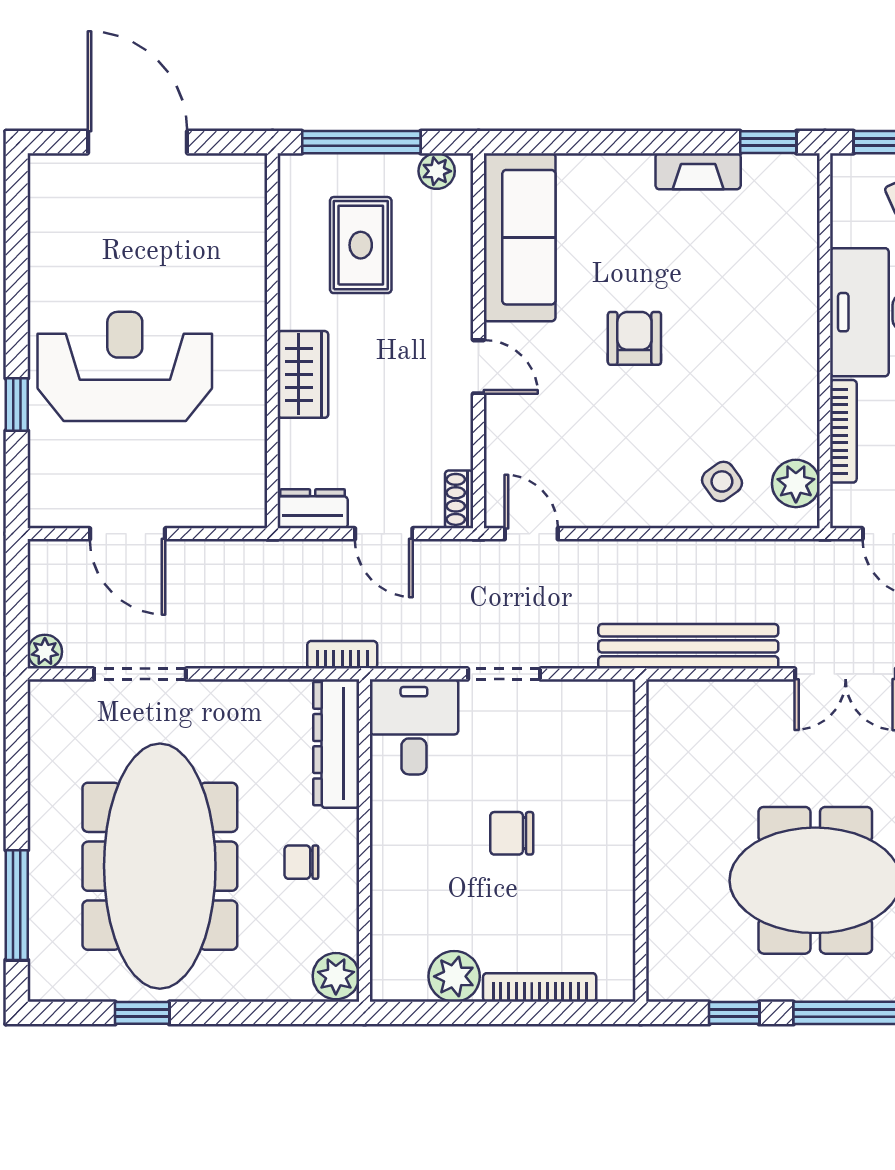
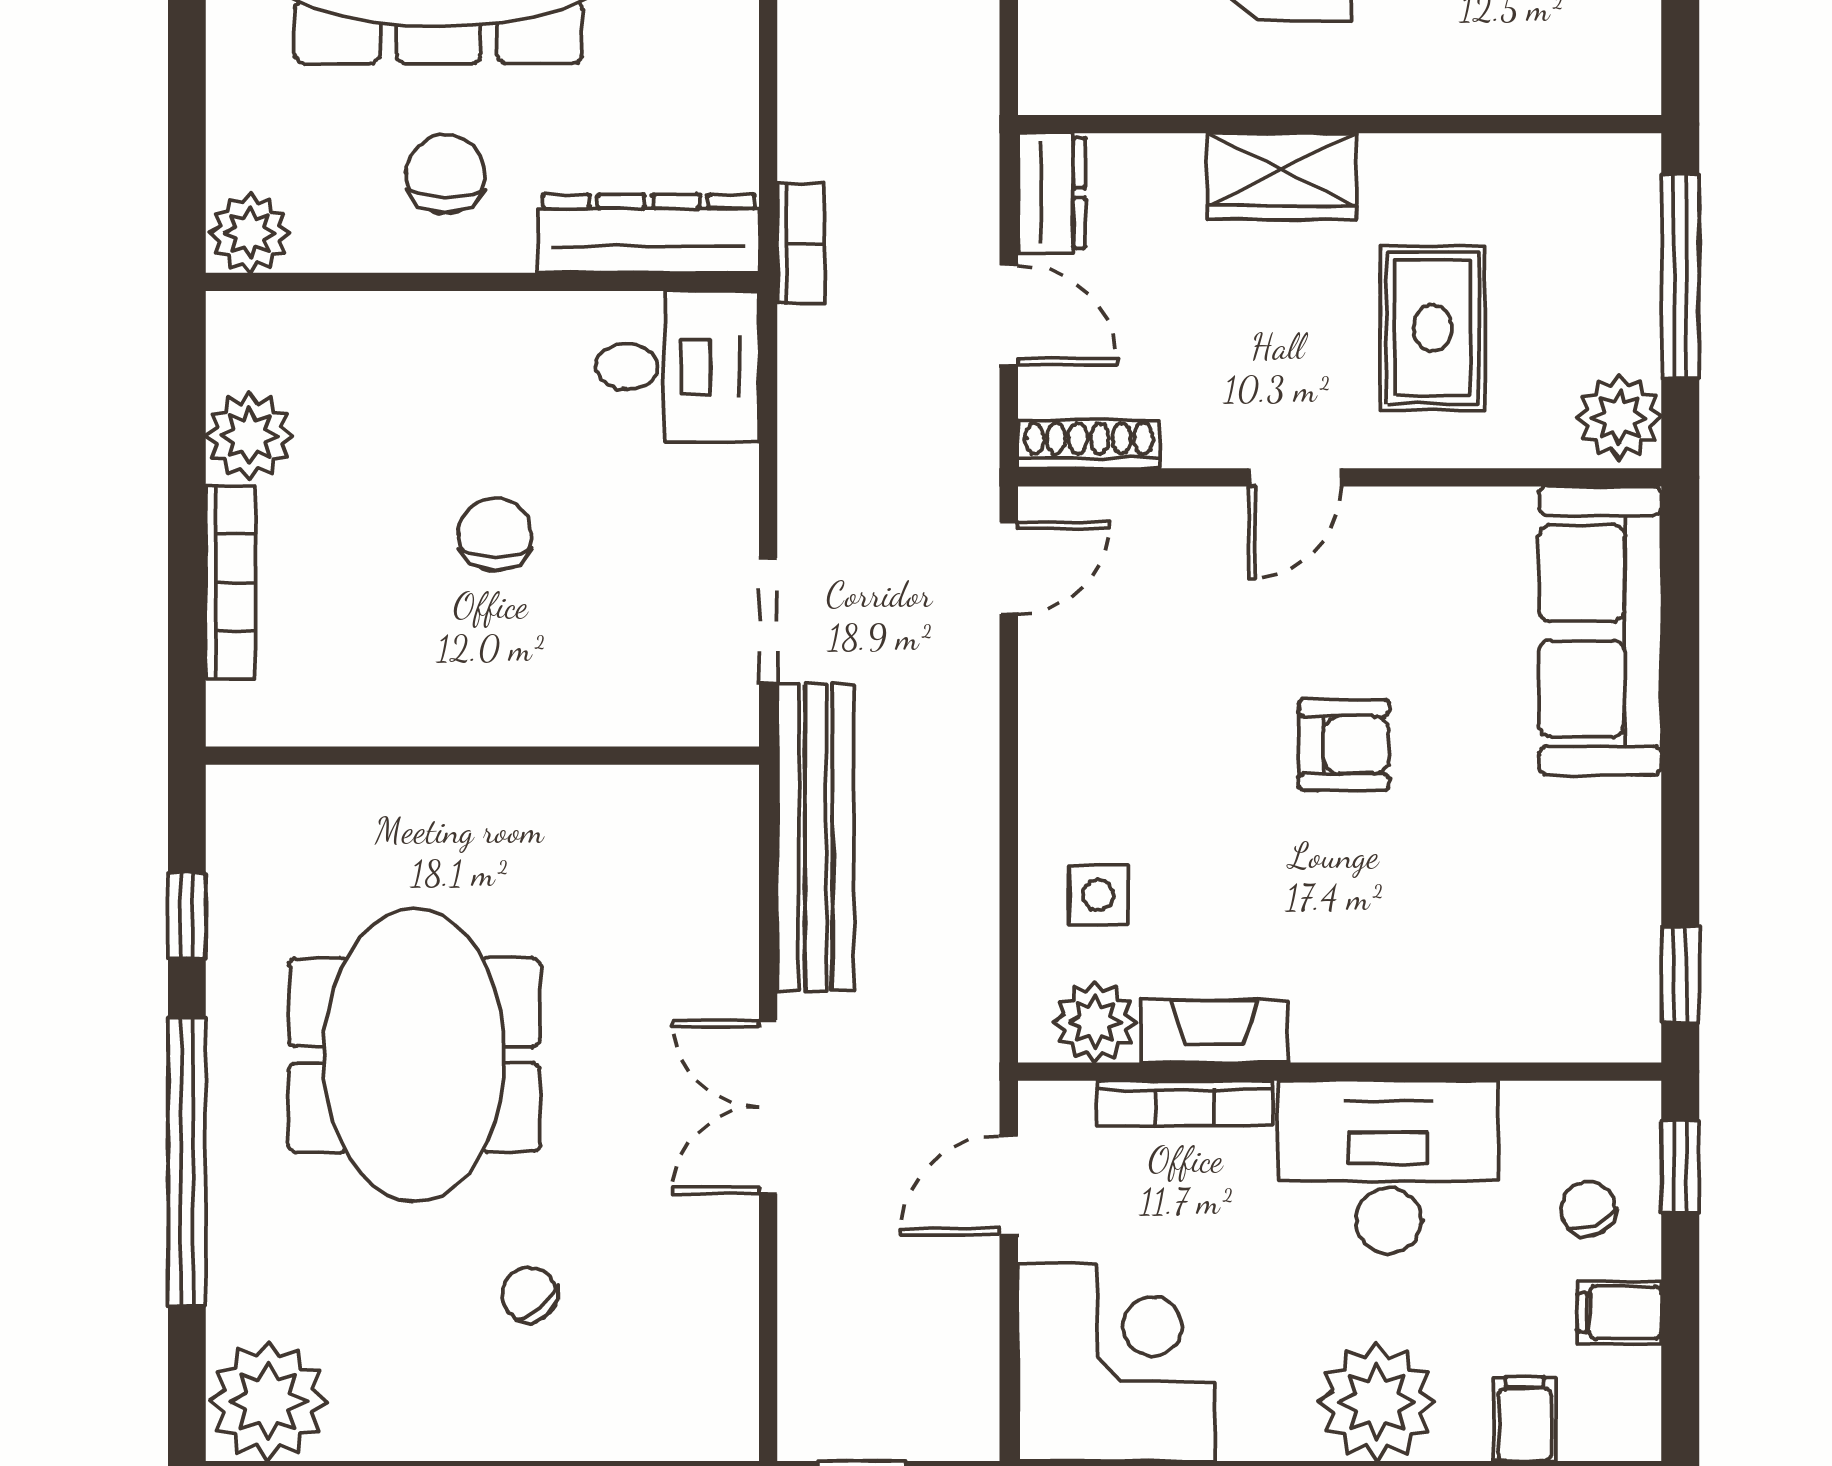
plant: (437, 171) -> (1619, 417), width x1.38, depth x1.38
fireplace: (698, 171) -> (1214, 1031), moved, turned 90
sofa: (520, 237) -> (1600, 631), moved, turned 90
rug: (361, 245) -> (1433, 328), moved, turned 90
side table: (722, 481) -> (1098, 895), turned 36
shoe rack: (459, 499) -> (1089, 444), width x1.43
door: (384, 534) -> (1009, 315), swing flipped
doorway: (504, 674) -> (768, 620), moved
chair: (301, 862) -> (445, 174), width x1.37, depth x1.37

